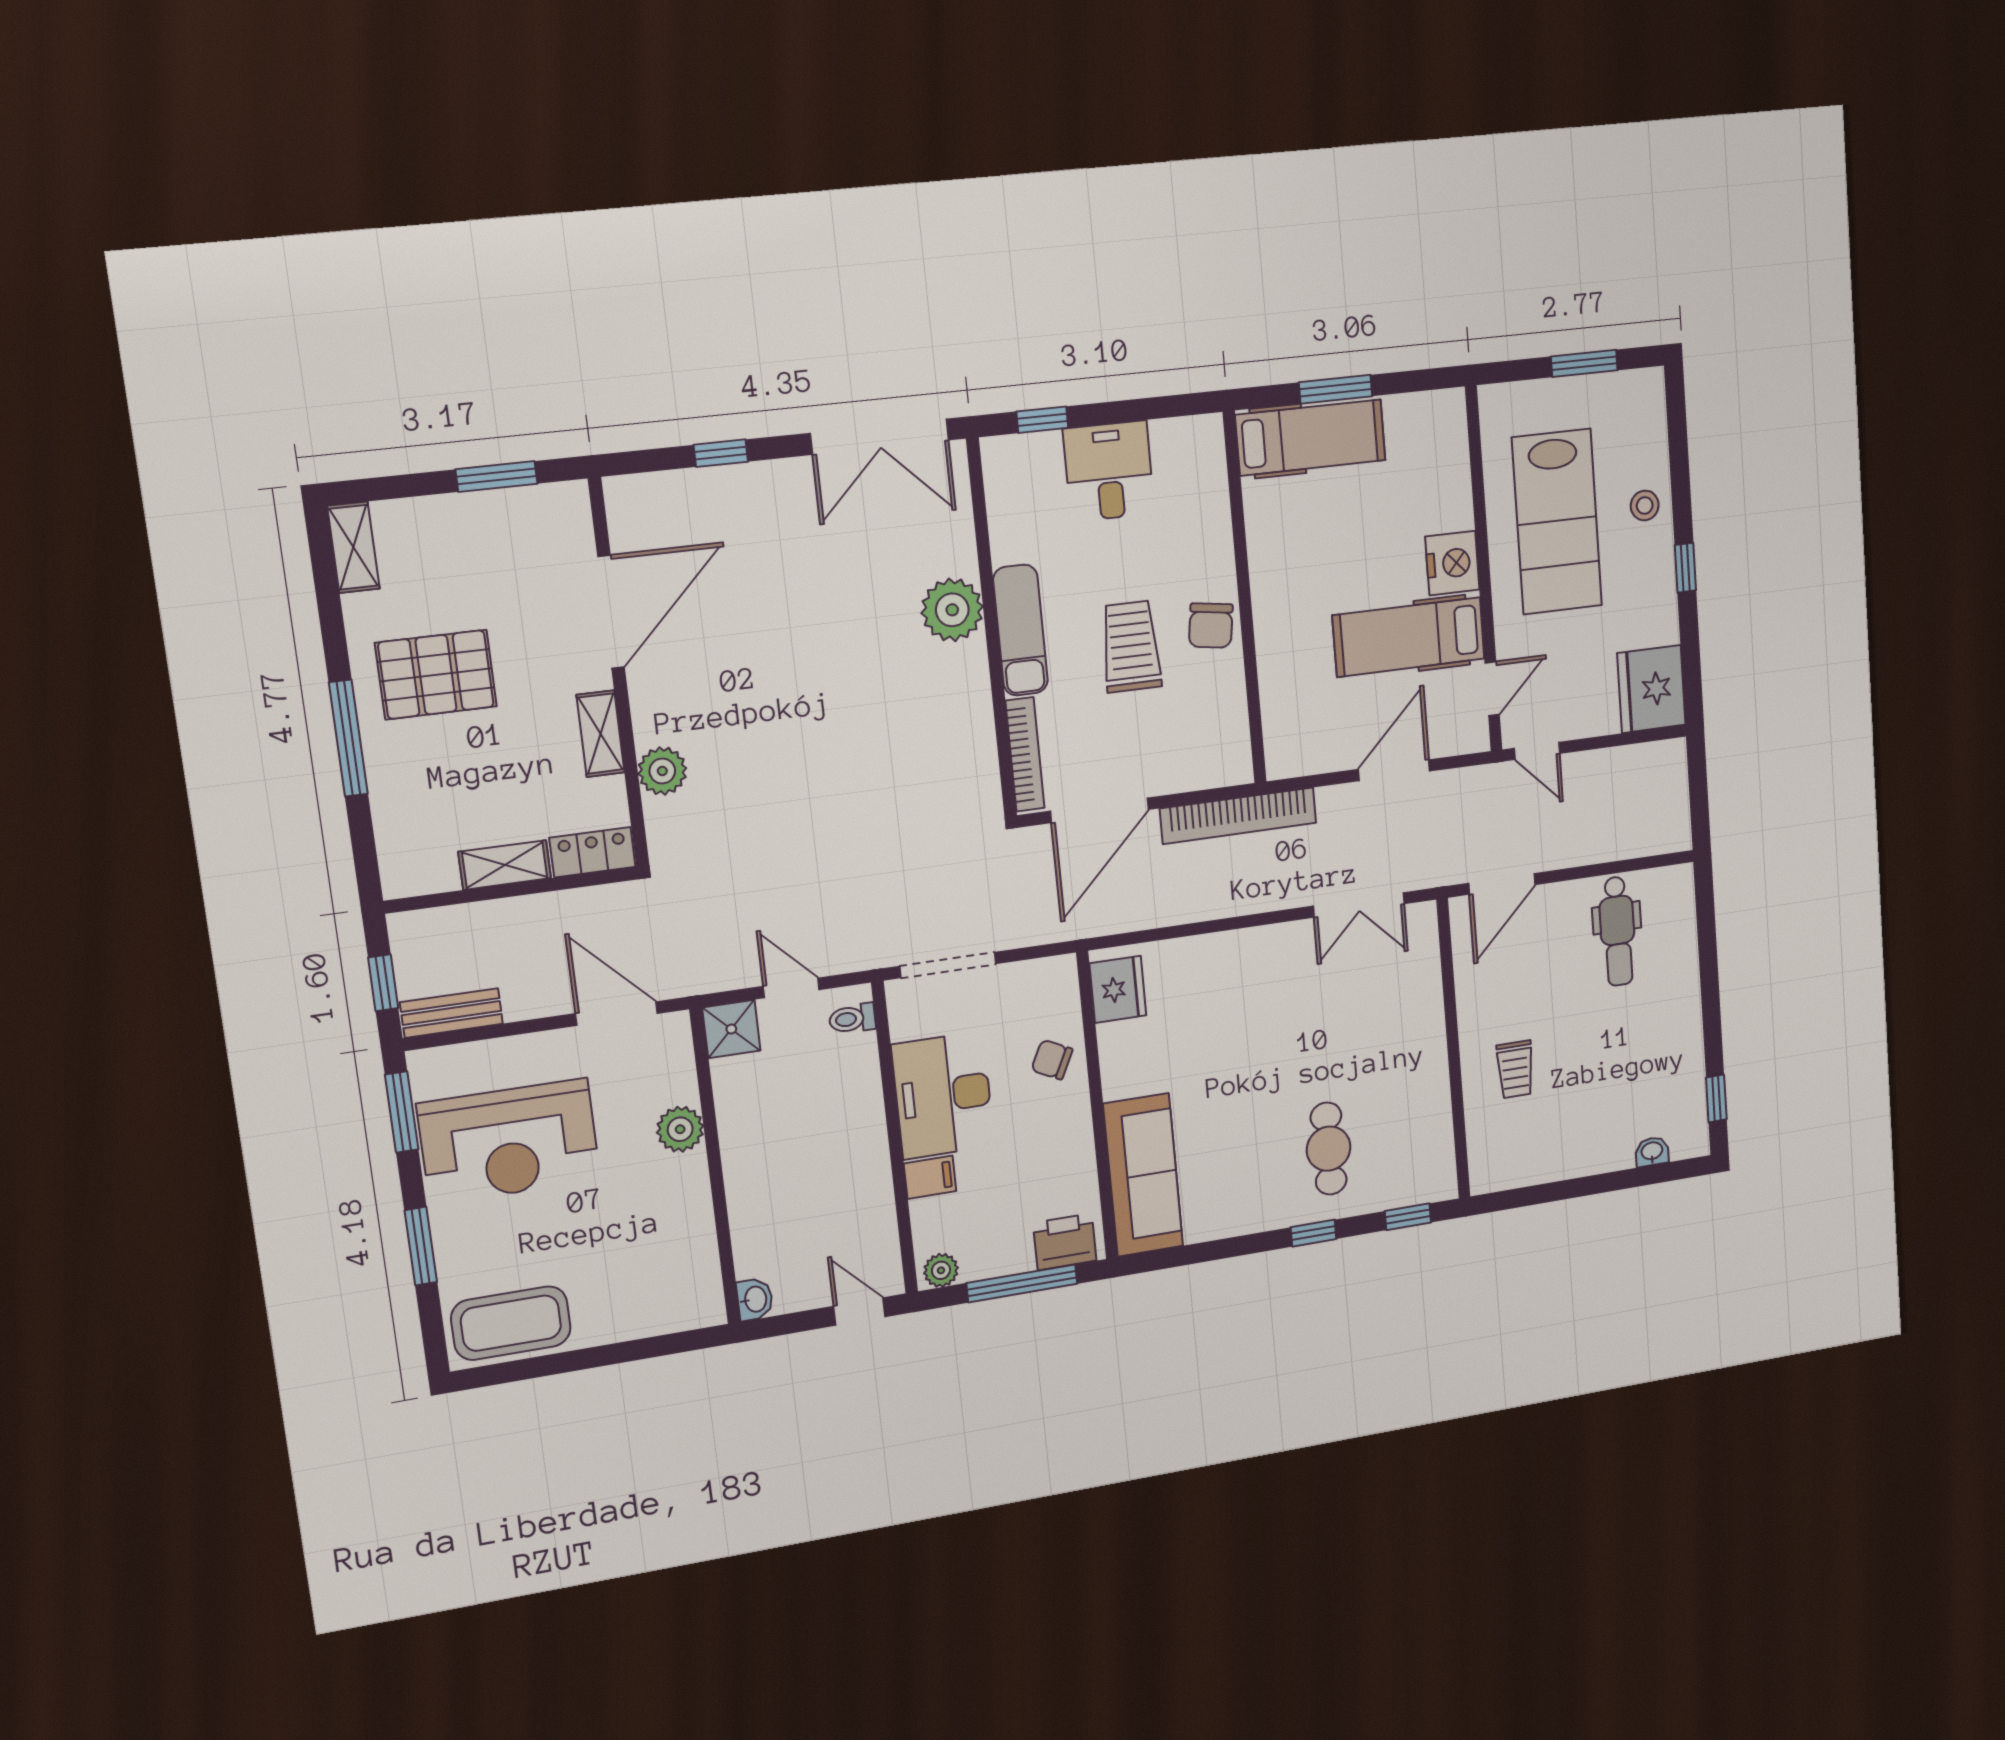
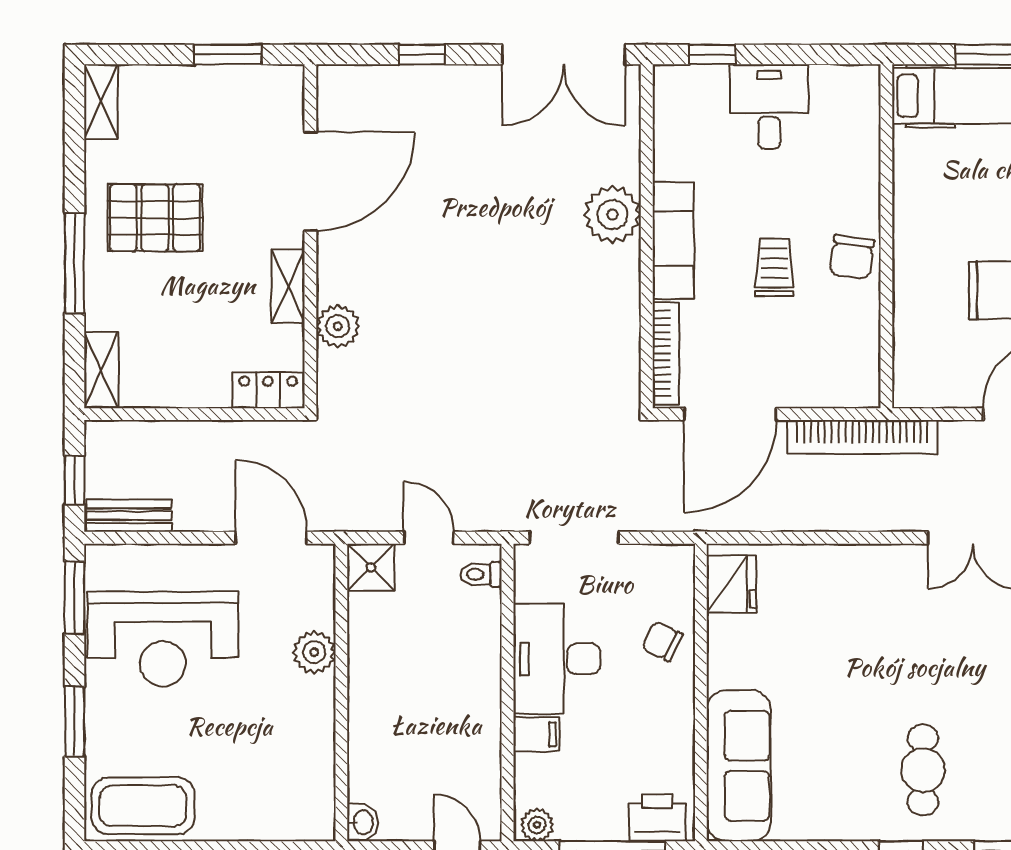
trolley: (1131, 647) -> (774, 267), width x0.73, depth x0.72
shelving: (505, 865) -> (101, 370), moved, turned 90

